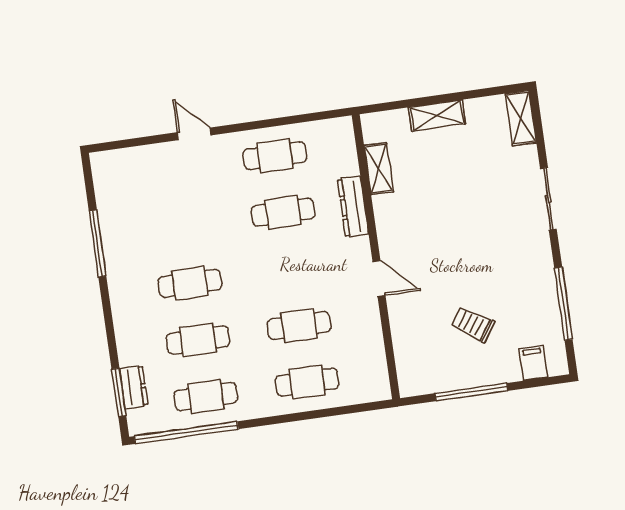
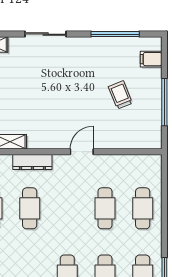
trolley: (473, 324) -> (120, 95), turned 124

